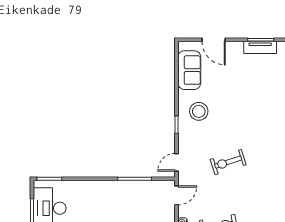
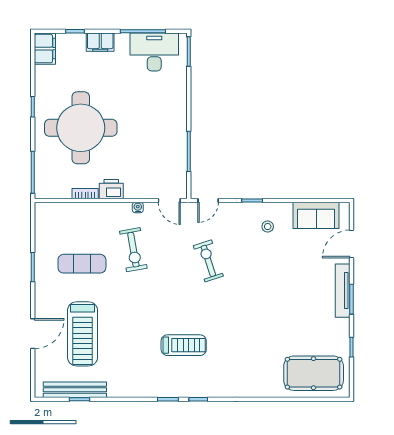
tv unit: (260, 47) -> (343, 291), width x1.41
stool: (199, 111) -> (268, 227), width x0.53, depth x0.53
door: (177, 162) -> (208, 201), swing flipped

